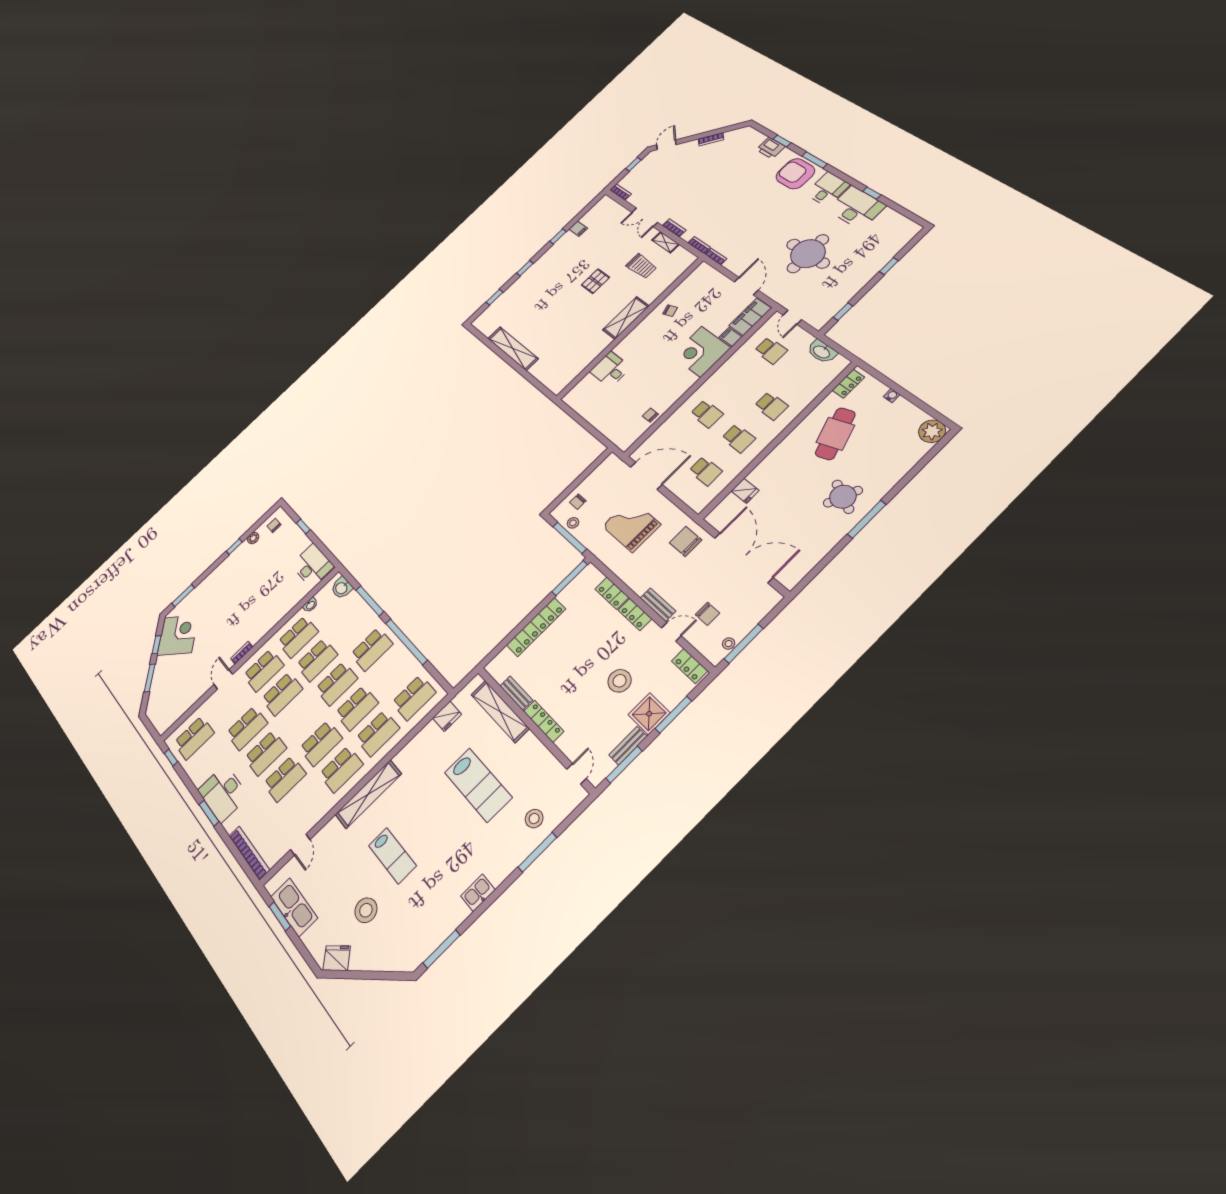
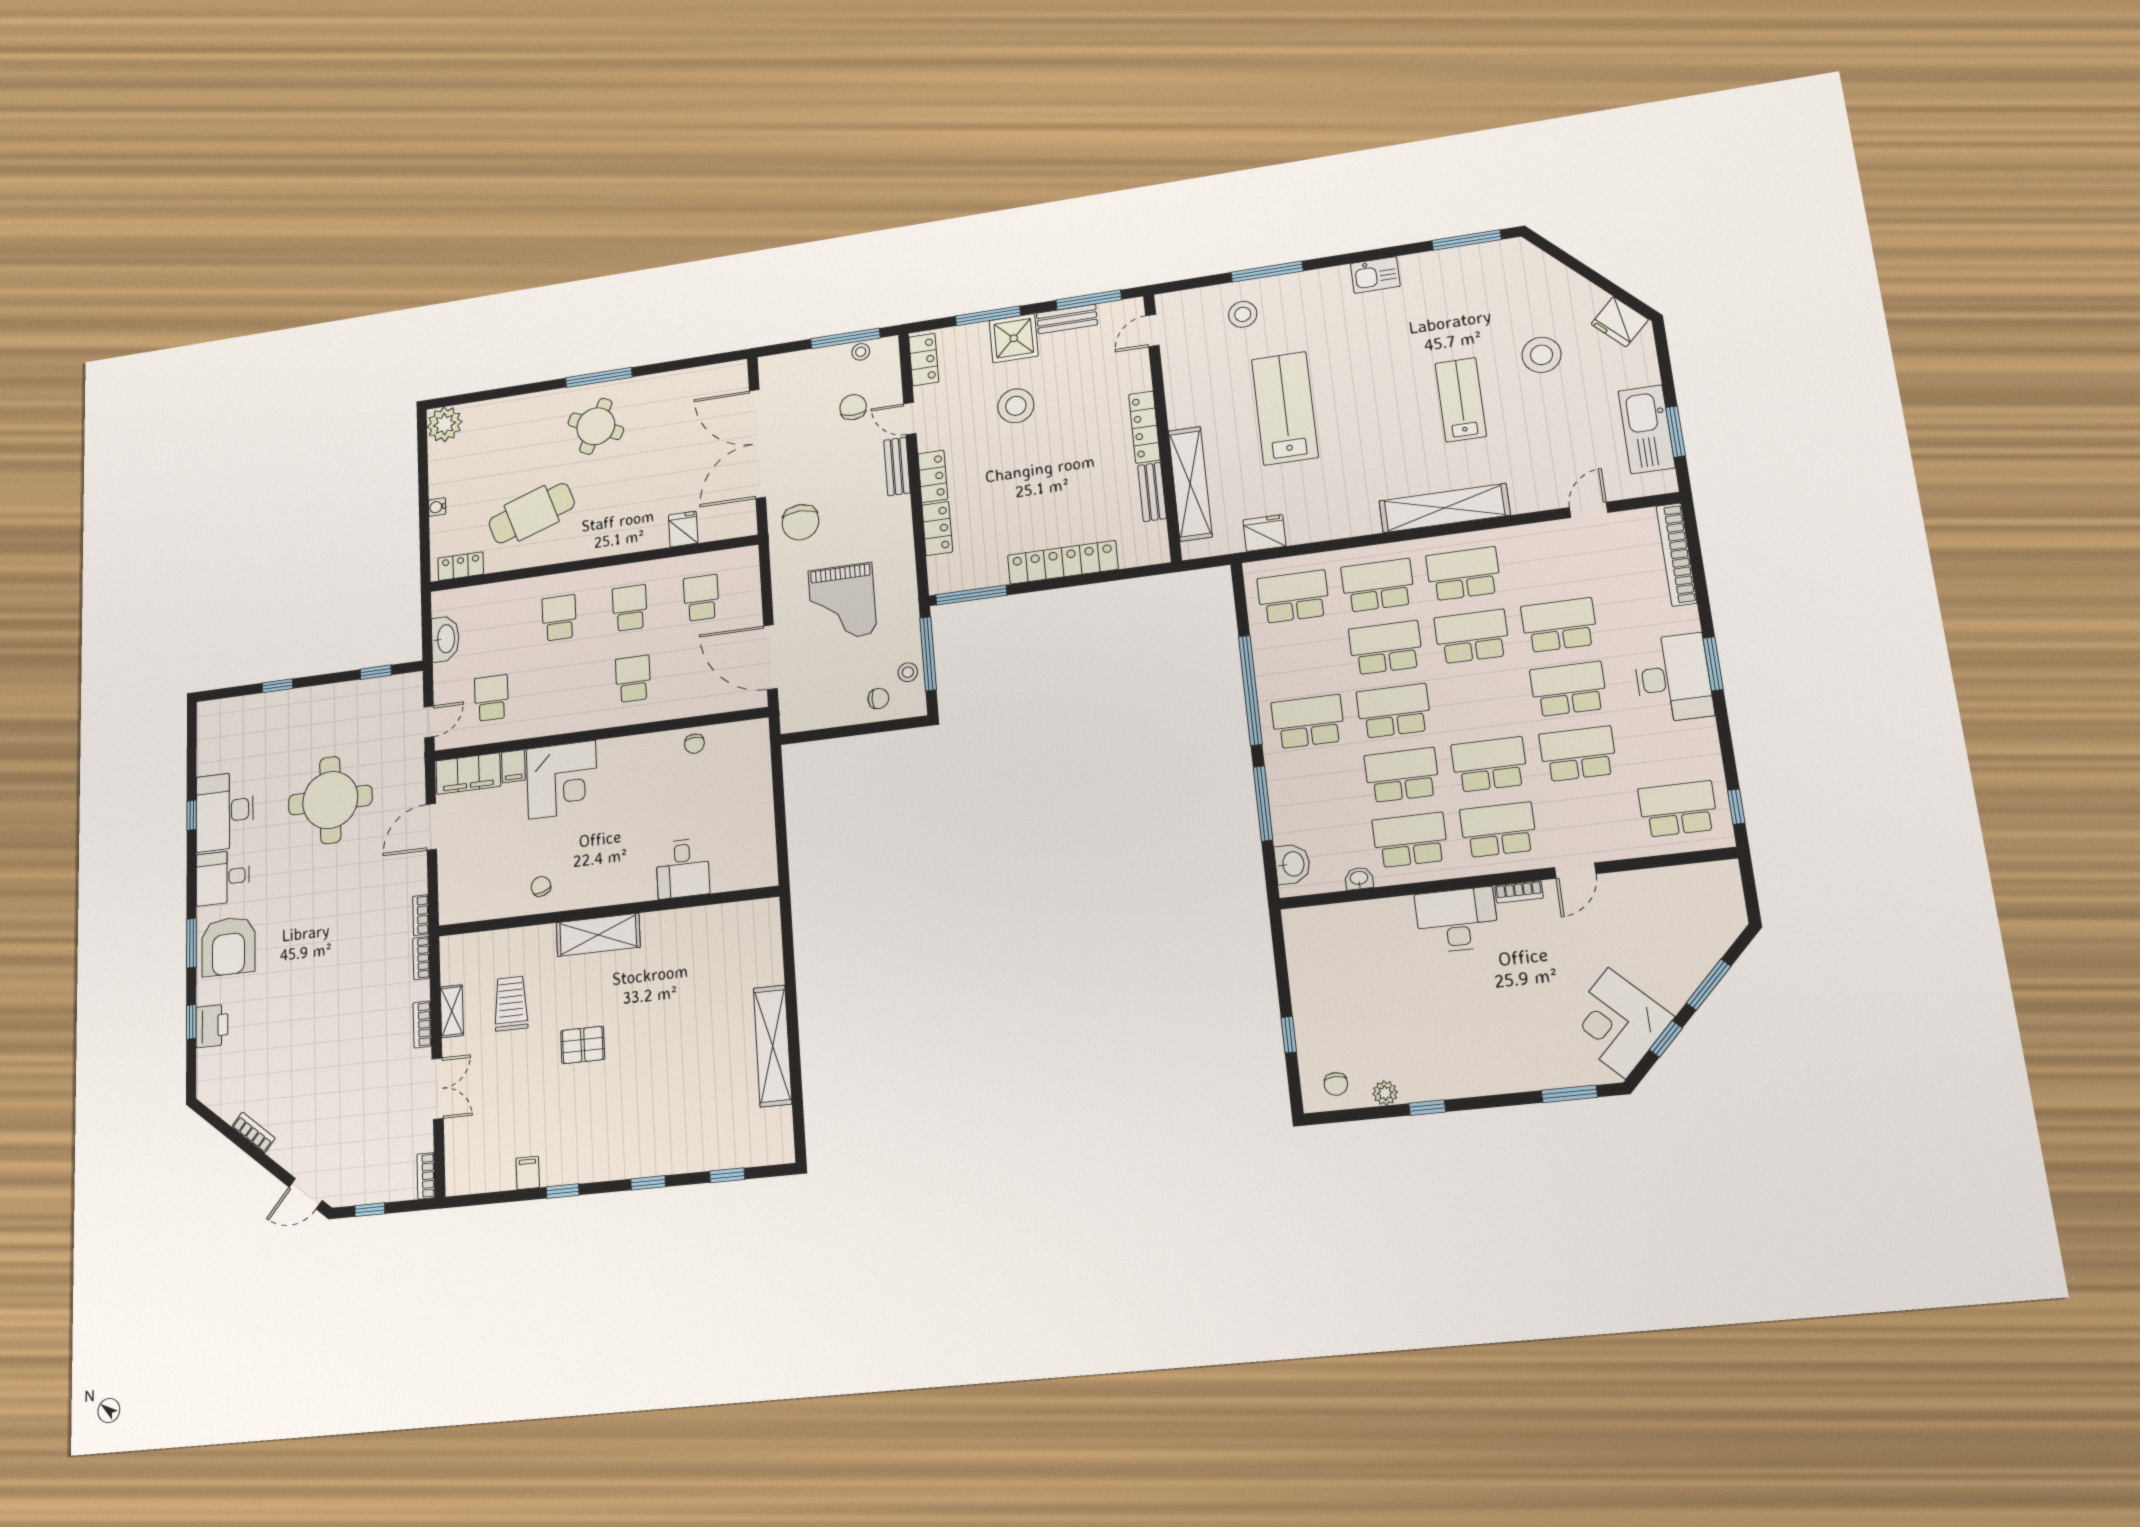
desk: (312, 565) -> (1457, 920), moved, turned 90

